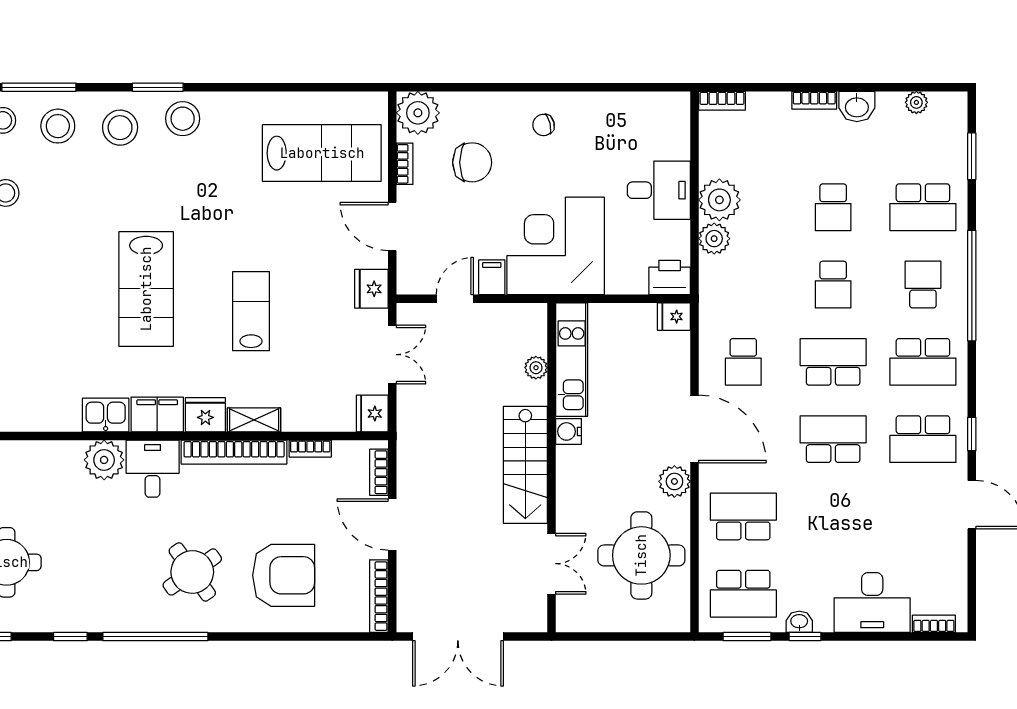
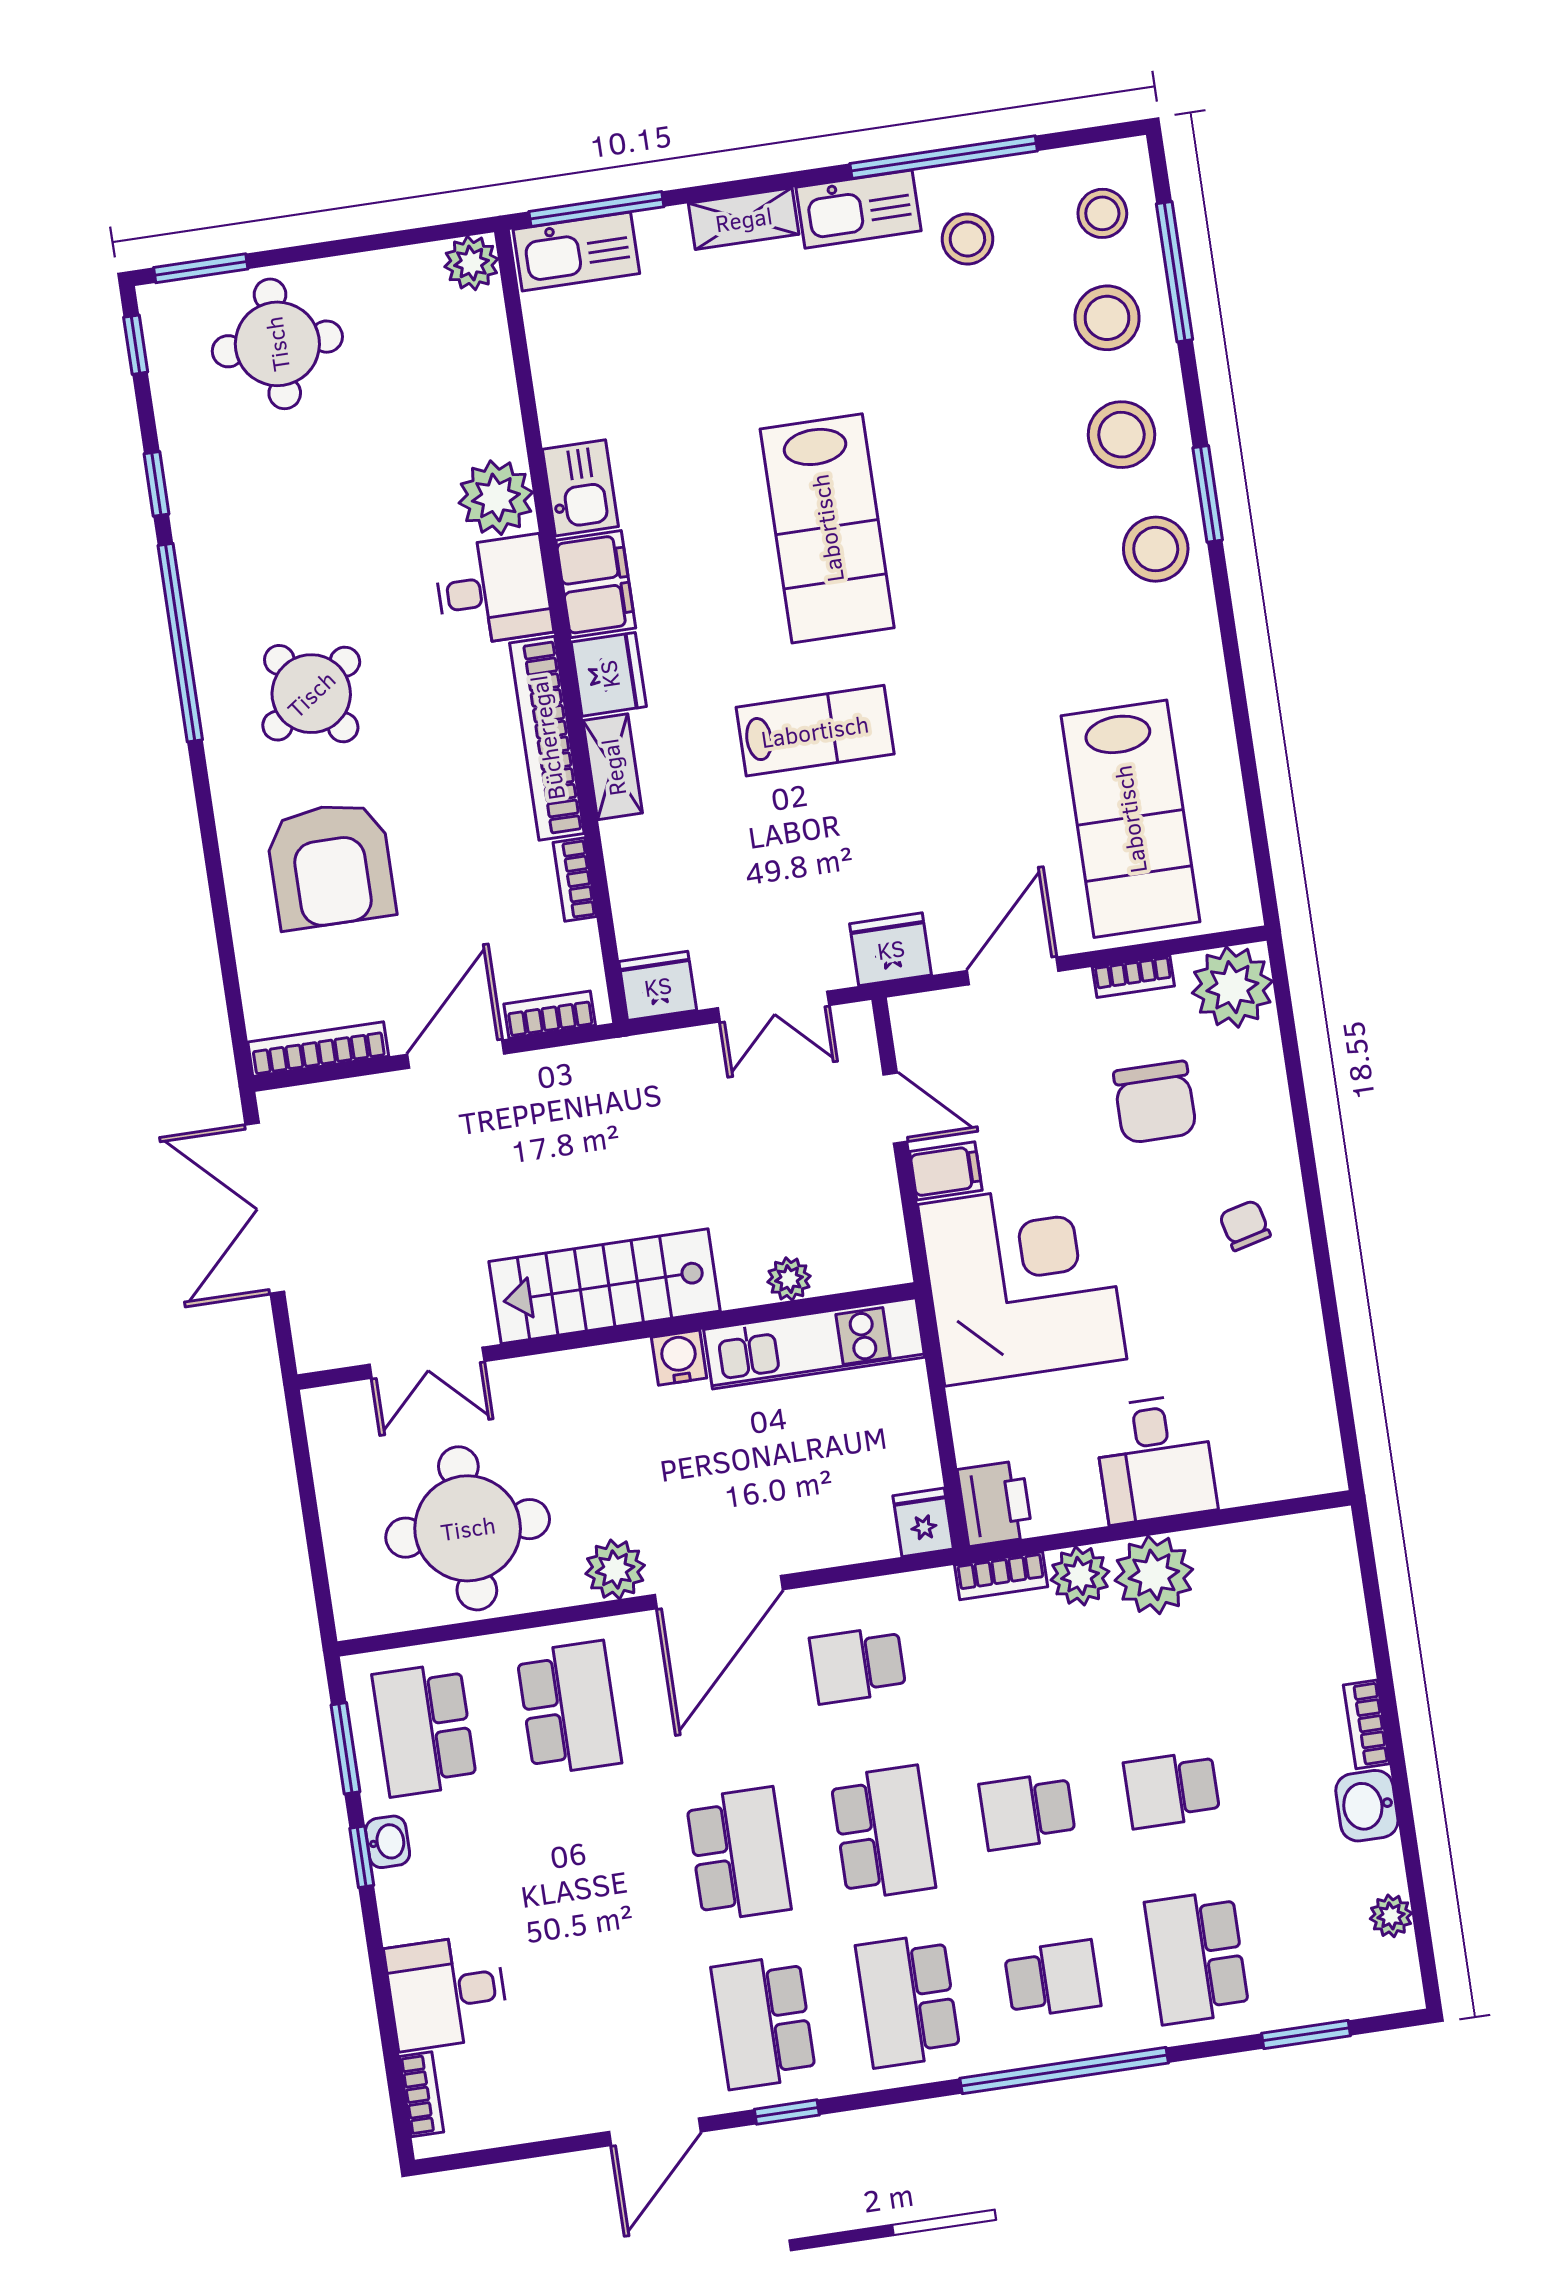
bookcase: (722, 101) -> (1001, 1576), moved, turned -90
lab bench: (146, 289) -> (827, 528), turned -90
desk: (872, 603) -> (447, 1992), width x0.73

